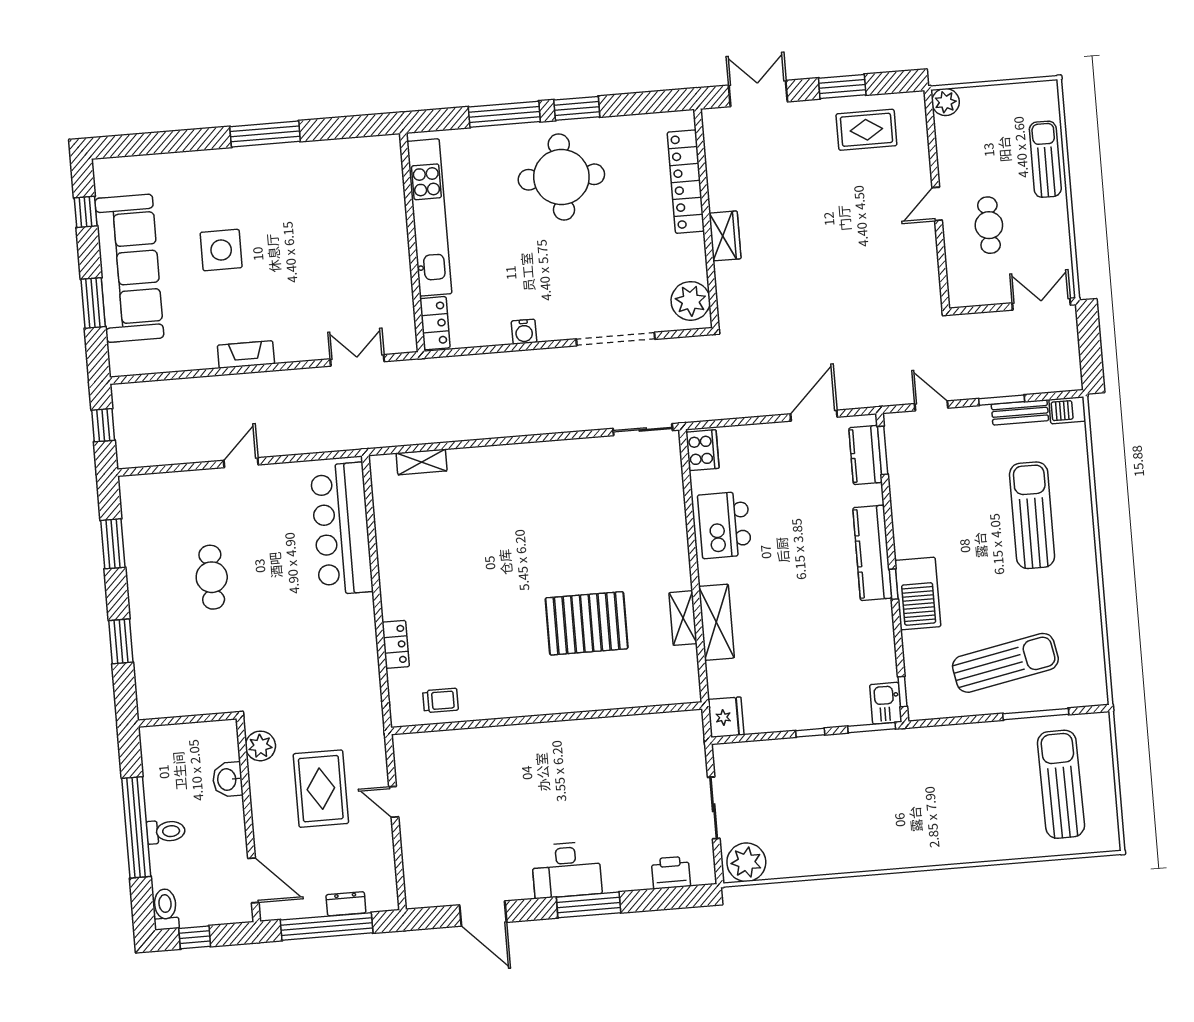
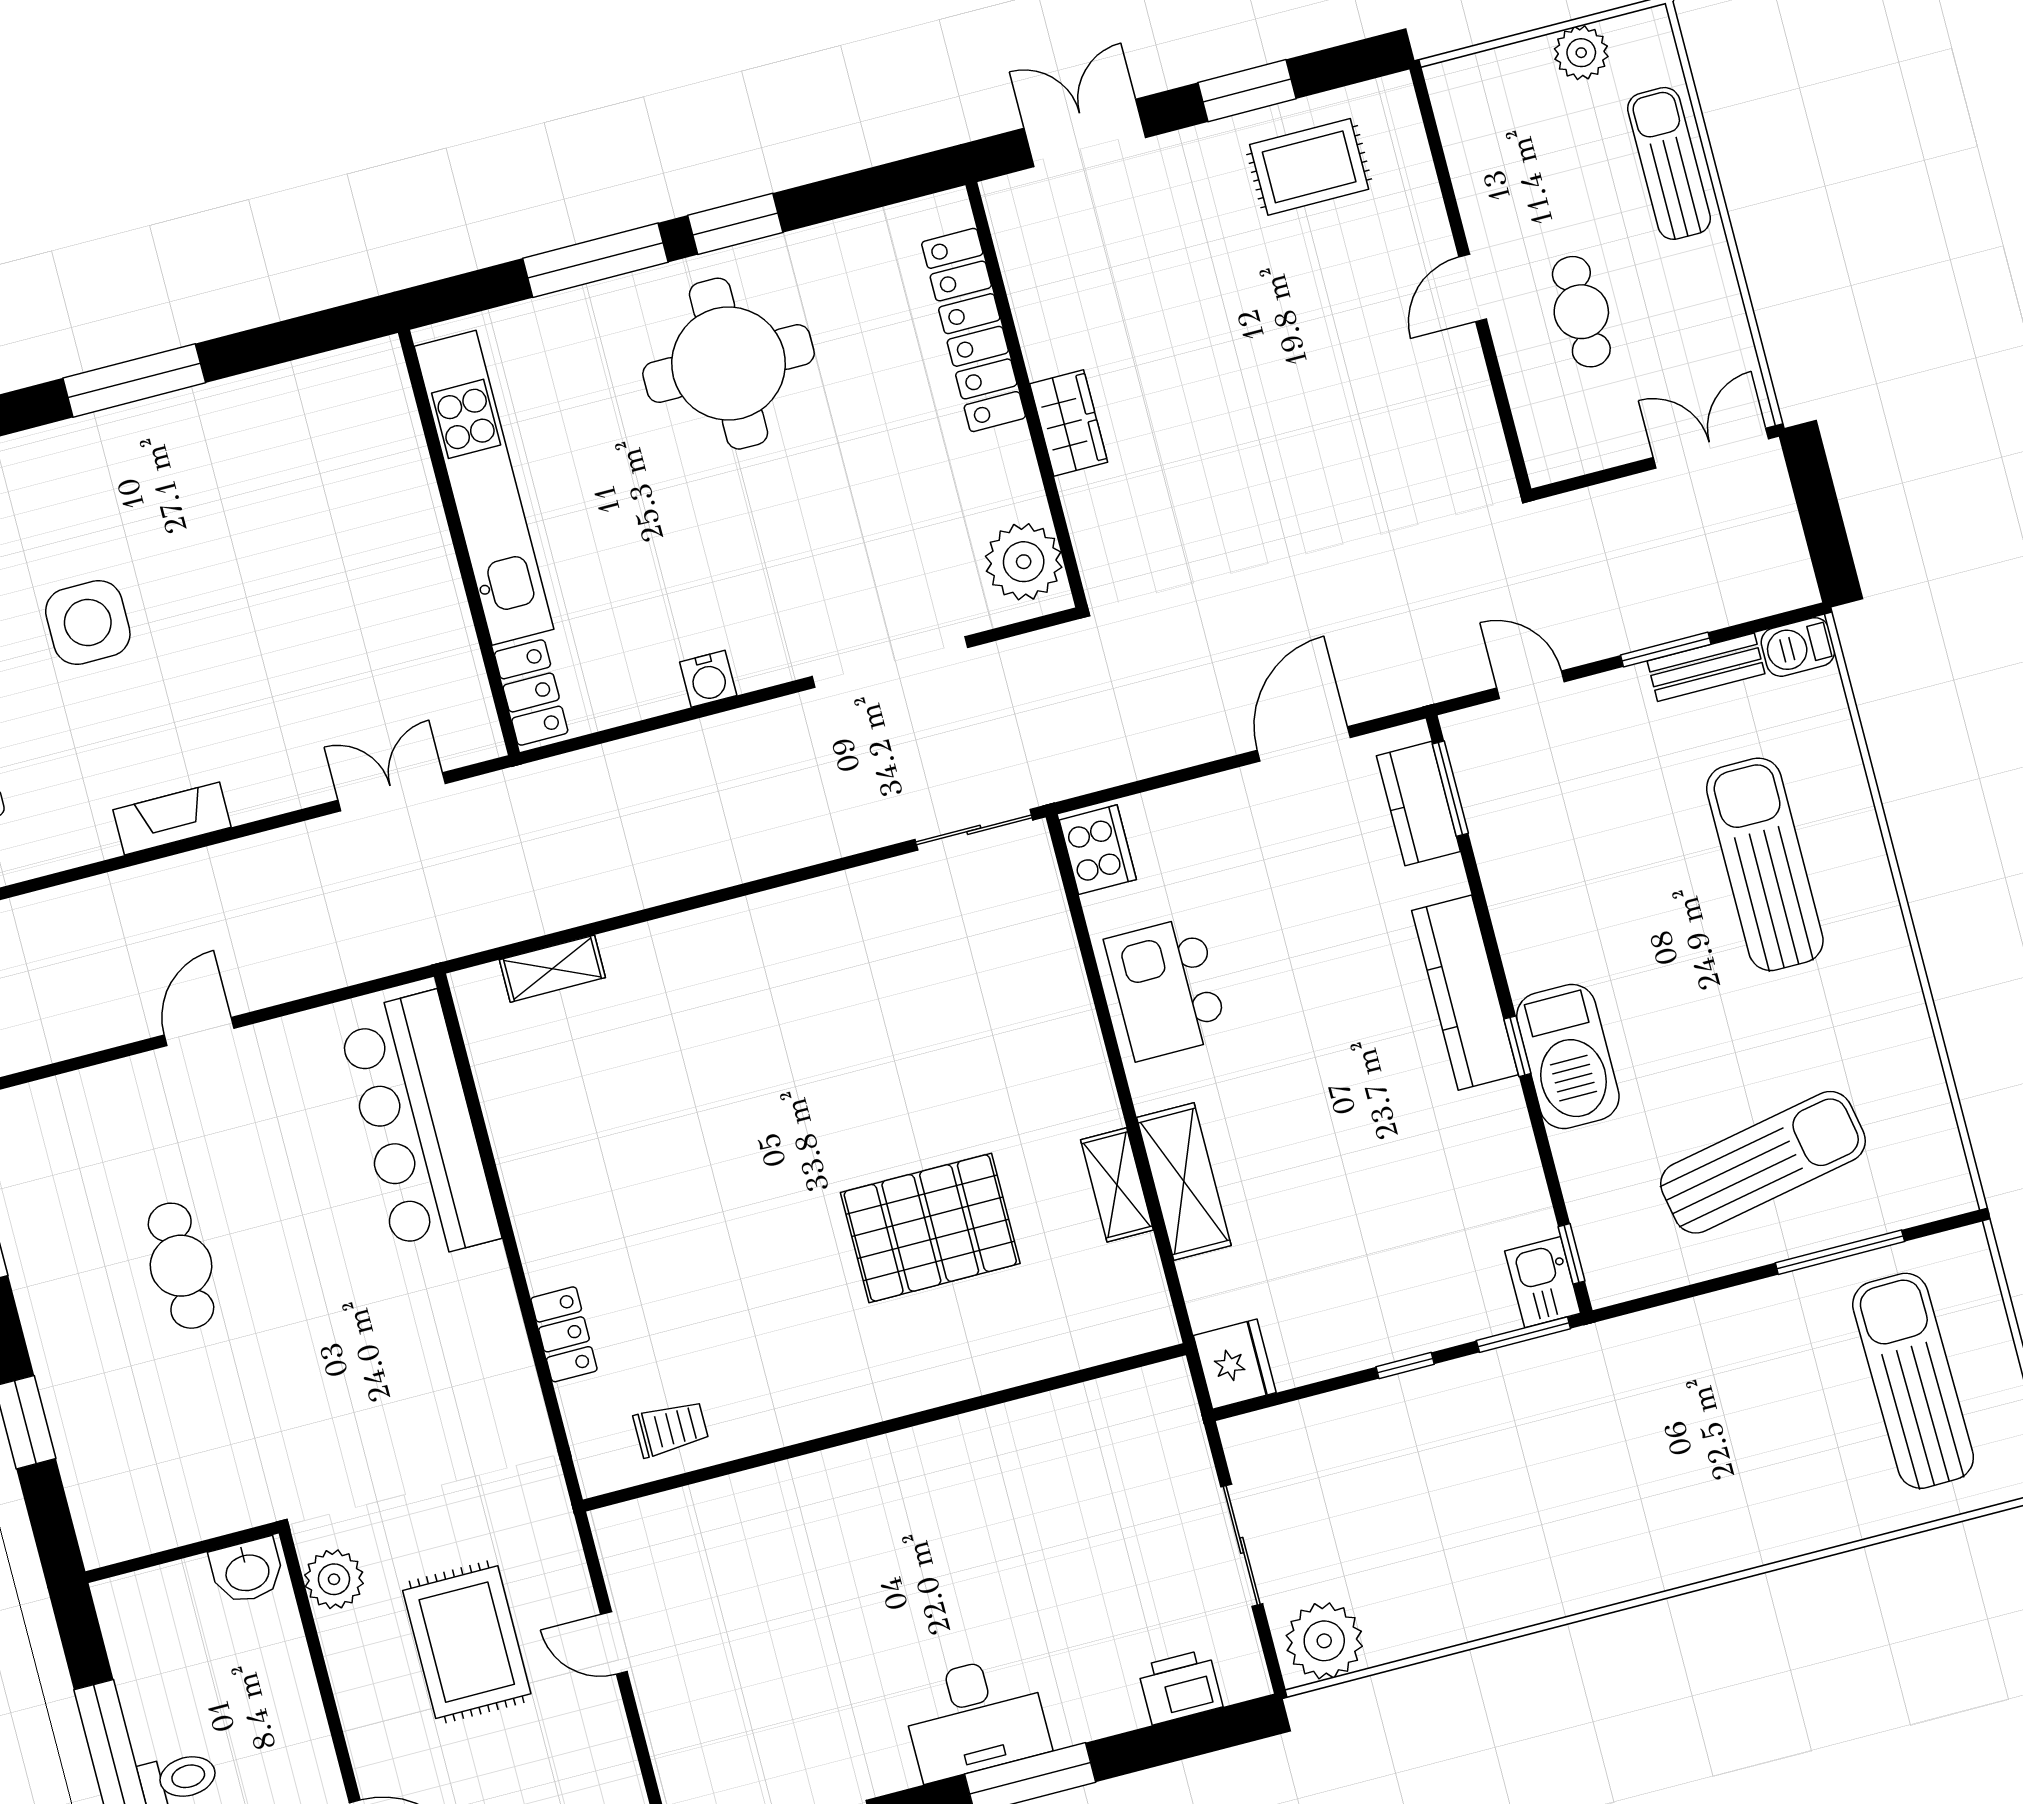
plant: (945, 102) -> (1581, 53), moved
washbasin: (228, 779) -> (247, 1571), moved, turned -90

